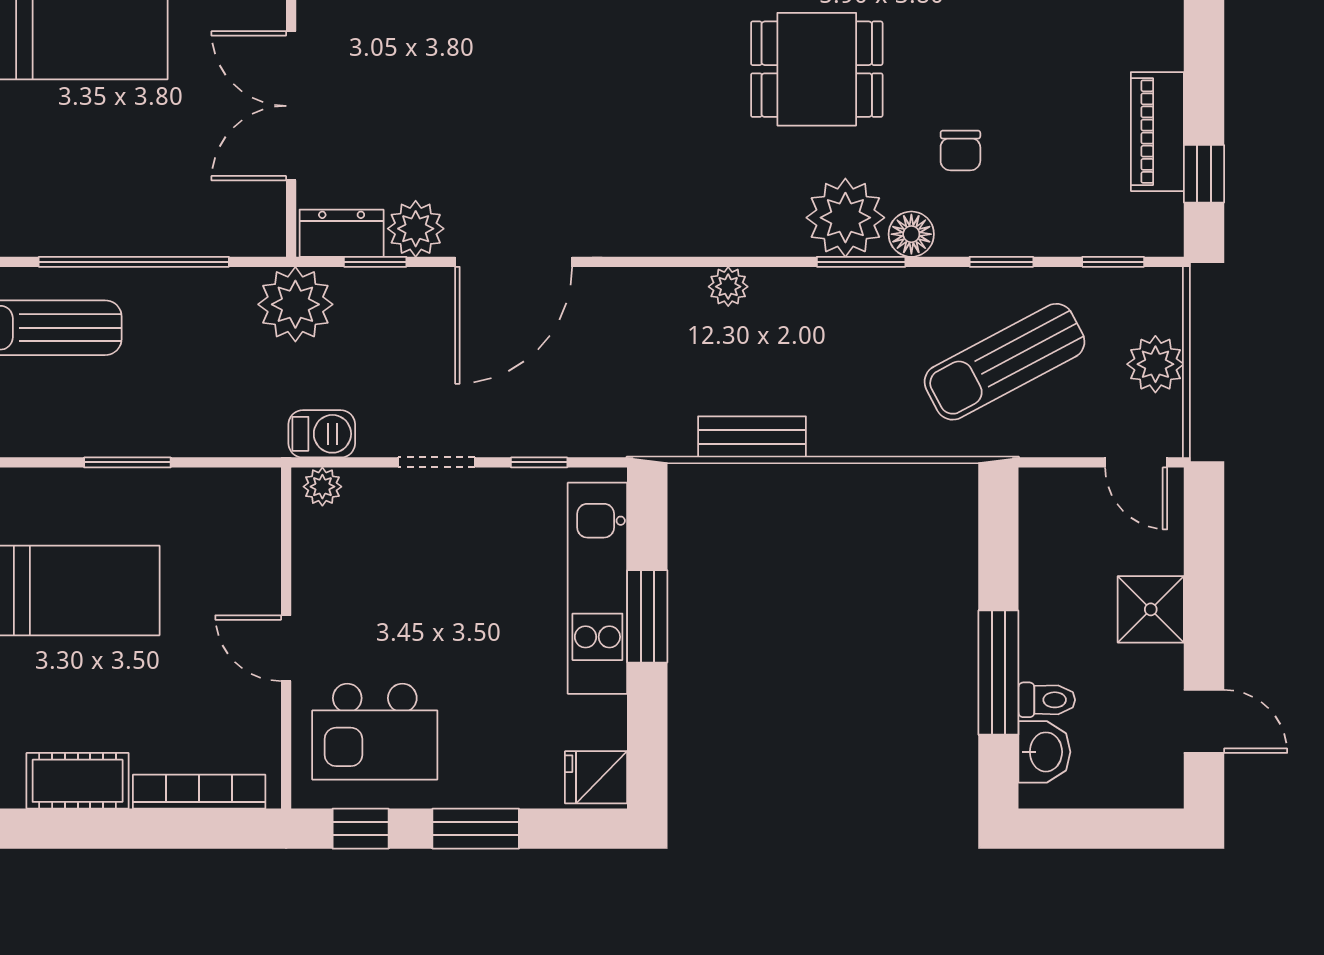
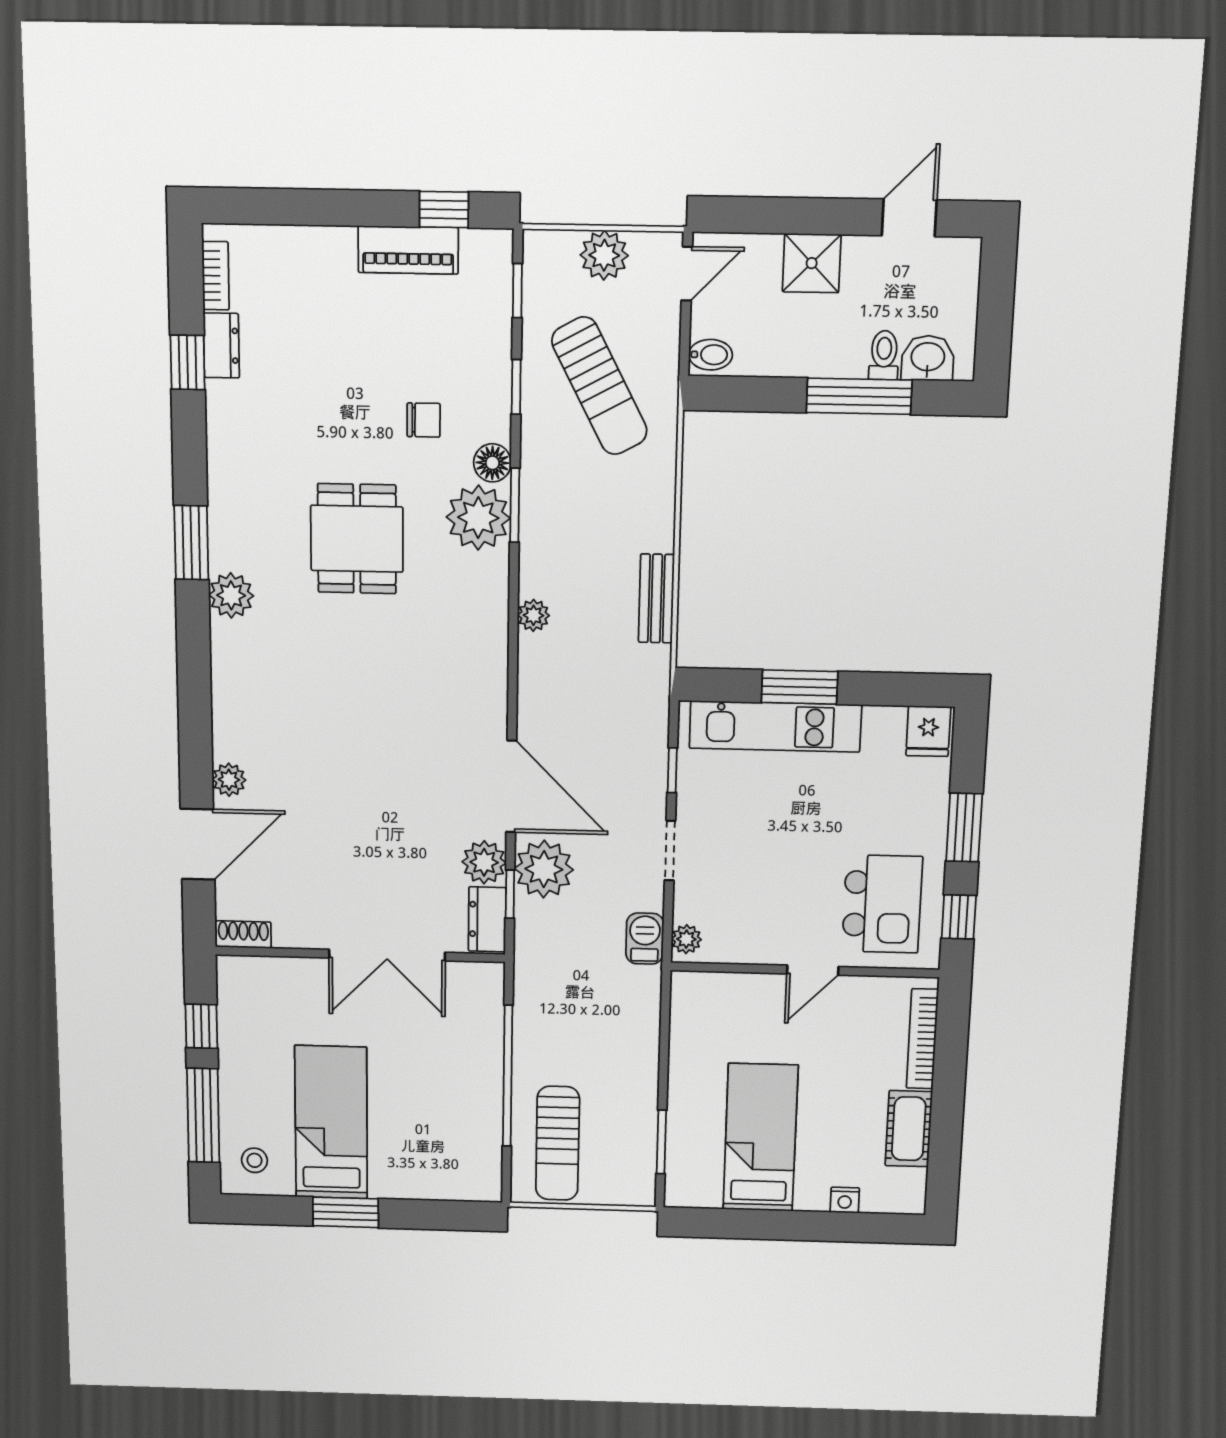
plant: (295, 304) -> (544, 869), moved
window: (127, 462) -> (661, 1142), moved
bidet: (1043, 494) -> (711, 355), added

